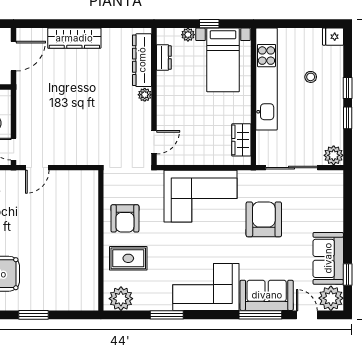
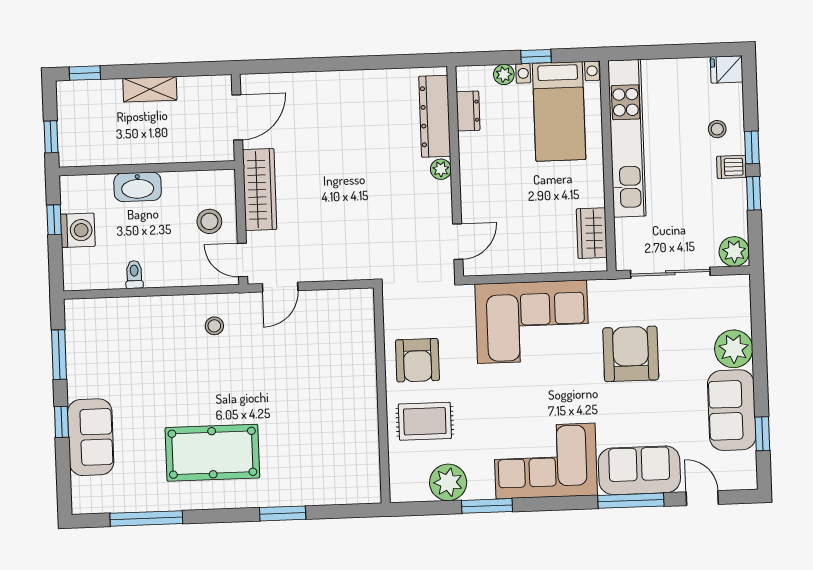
wardrobe: (74, 38) -> (260, 190), moved, turned -90
stool: (311, 77) -> (717, 129), moved
dishwasher: (334, 100) -> (731, 167), added
plant: (331, 298) -> (734, 349), moved
plant: (121, 299) -> (448, 482), moved

